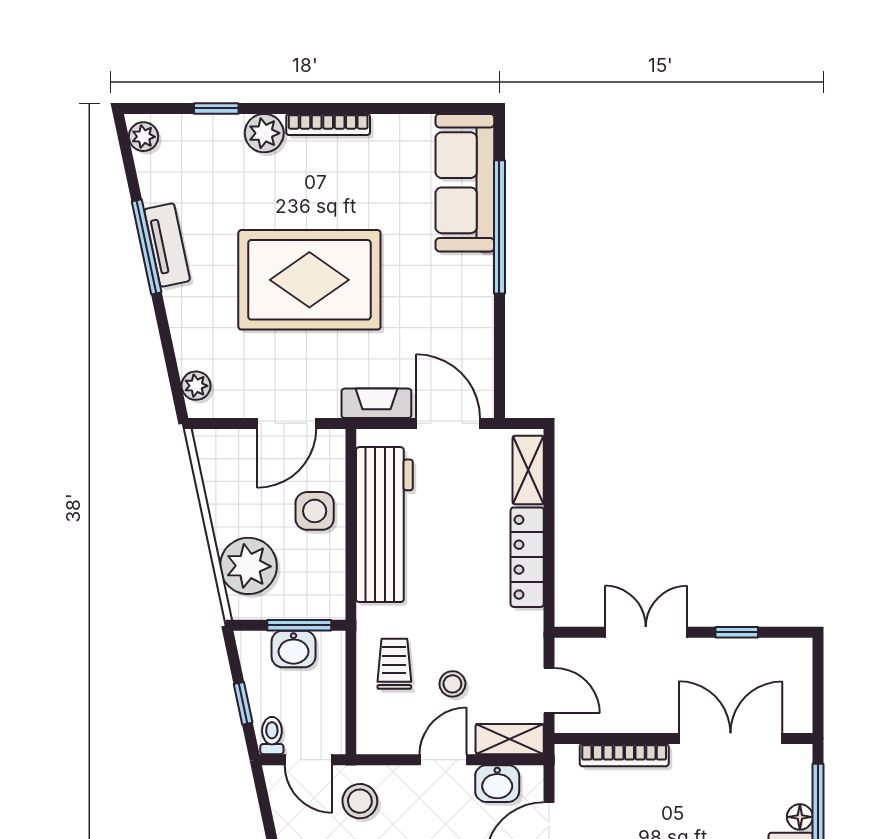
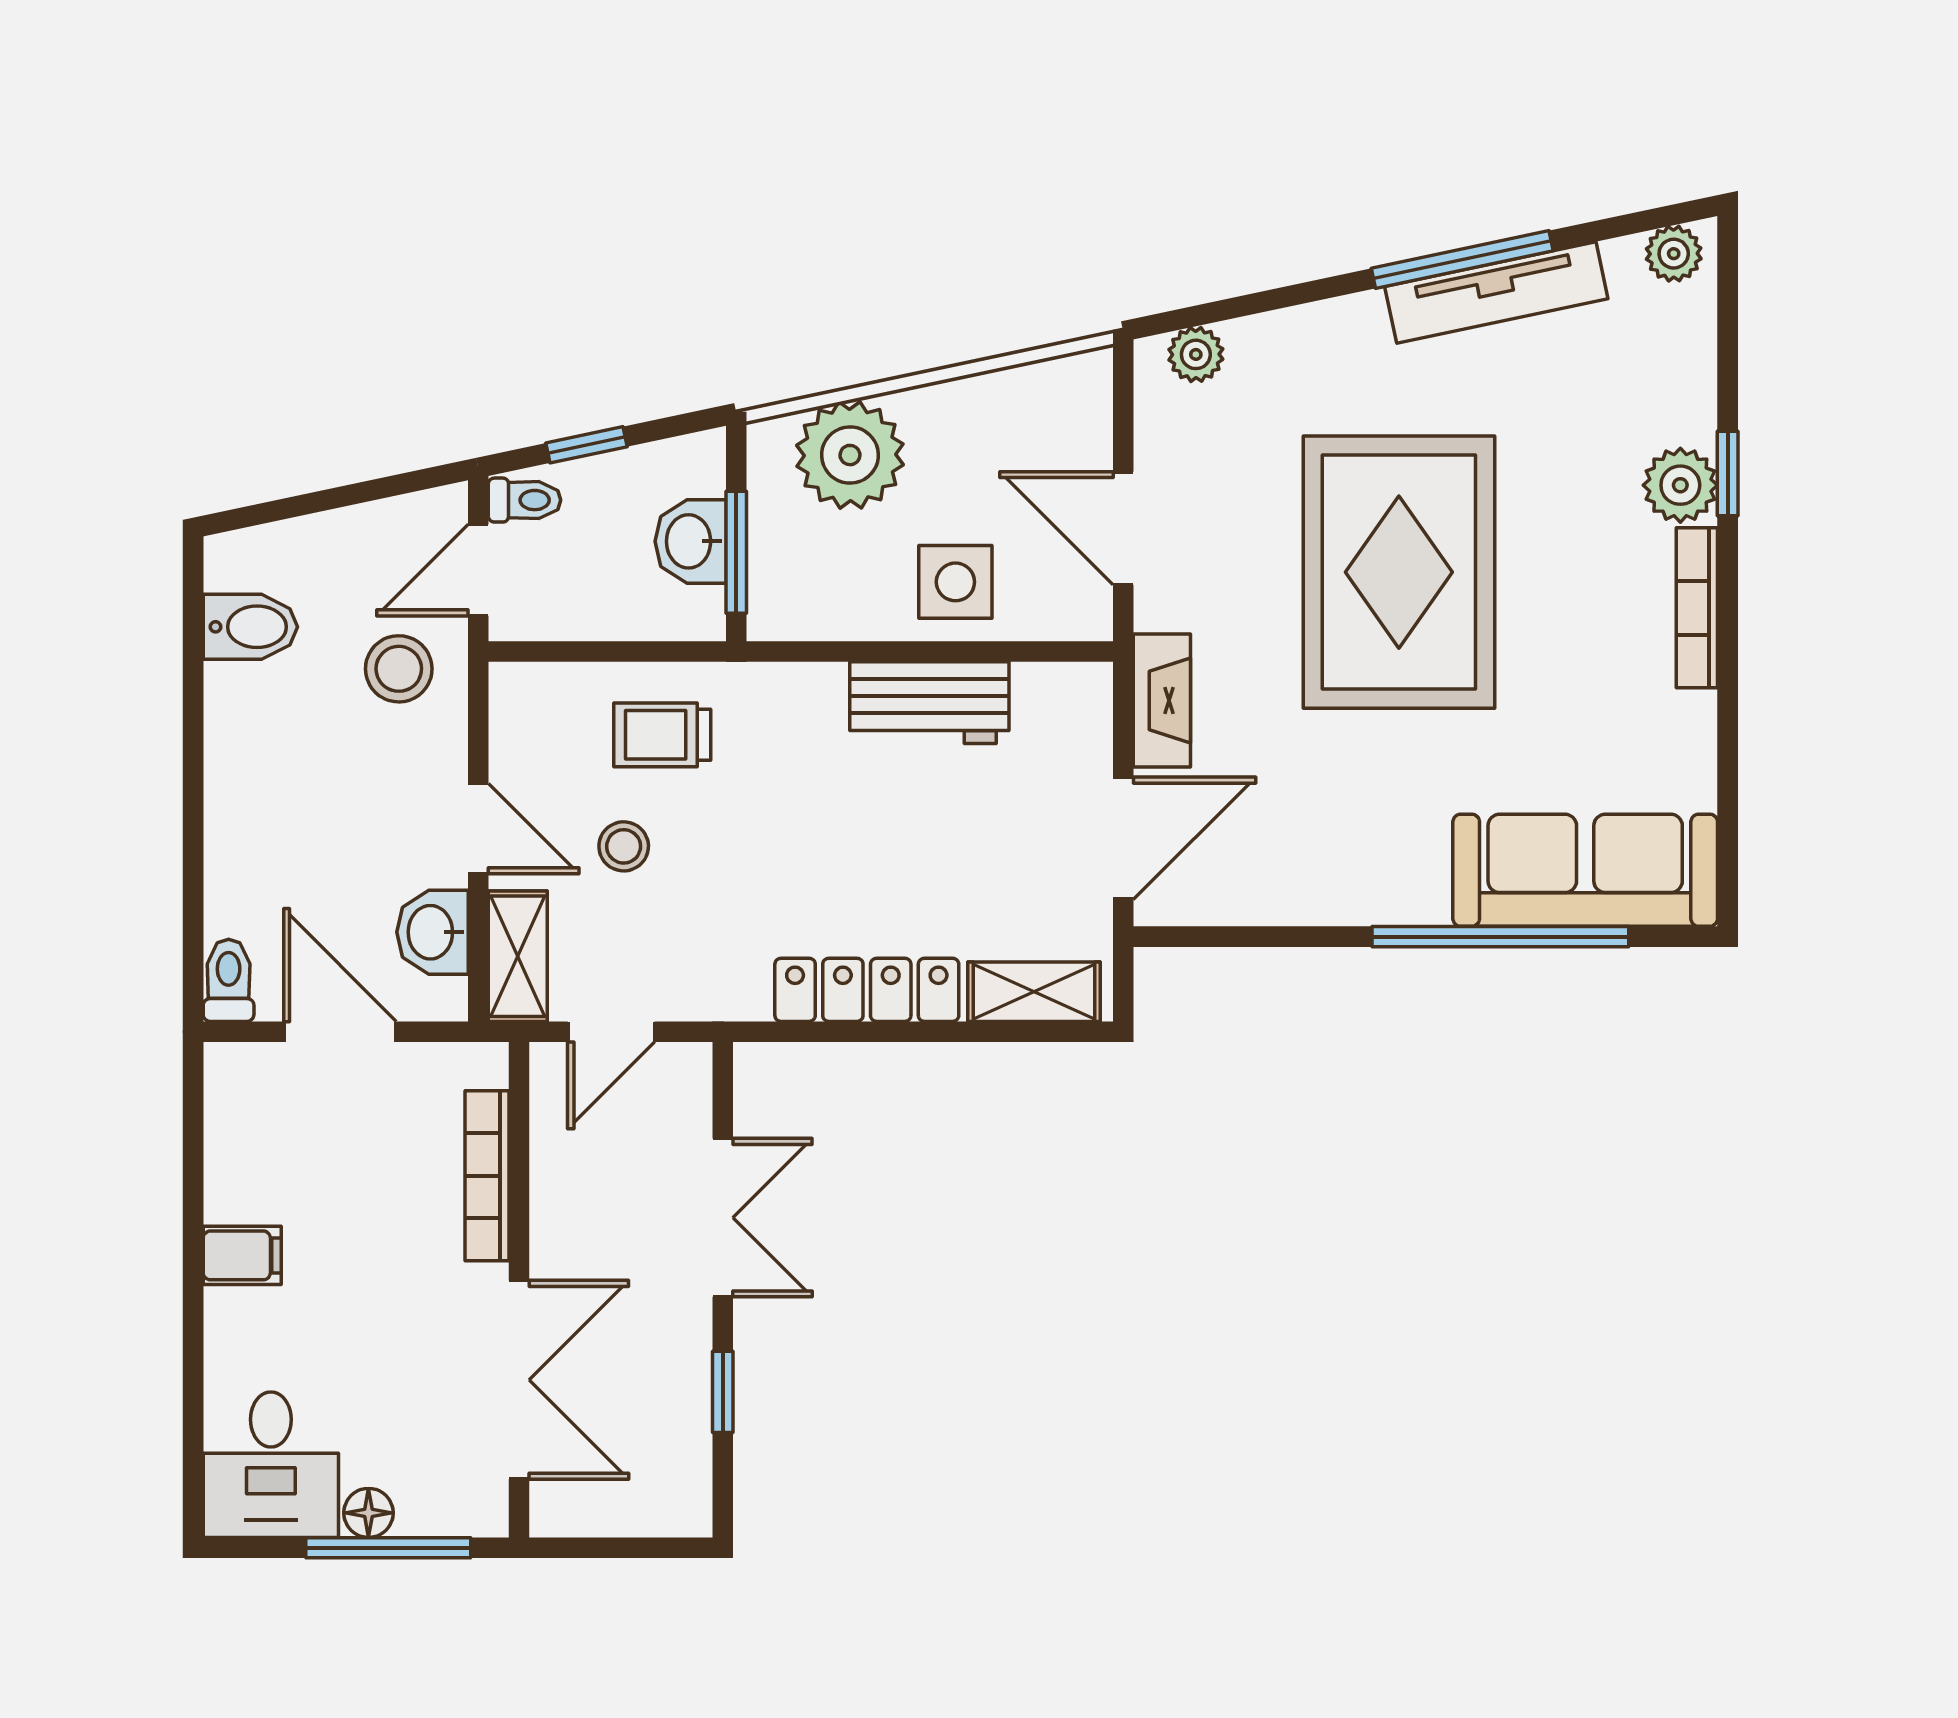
window: (216, 108) -> (1728, 474), moved
tv unit: (167, 245) -> (1496, 293), width x1.41
workbench: (384, 525) -> (929, 703), width x0.53, depth x0.76
trolley: (394, 664) -> (662, 735), turned 180

